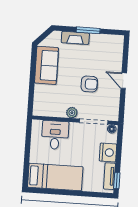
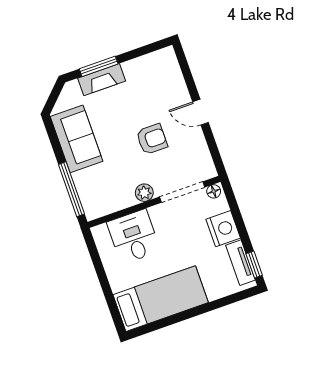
window: (88, 30) -> (99, 66), moved
window: (31, 93) -> (71, 189), added

